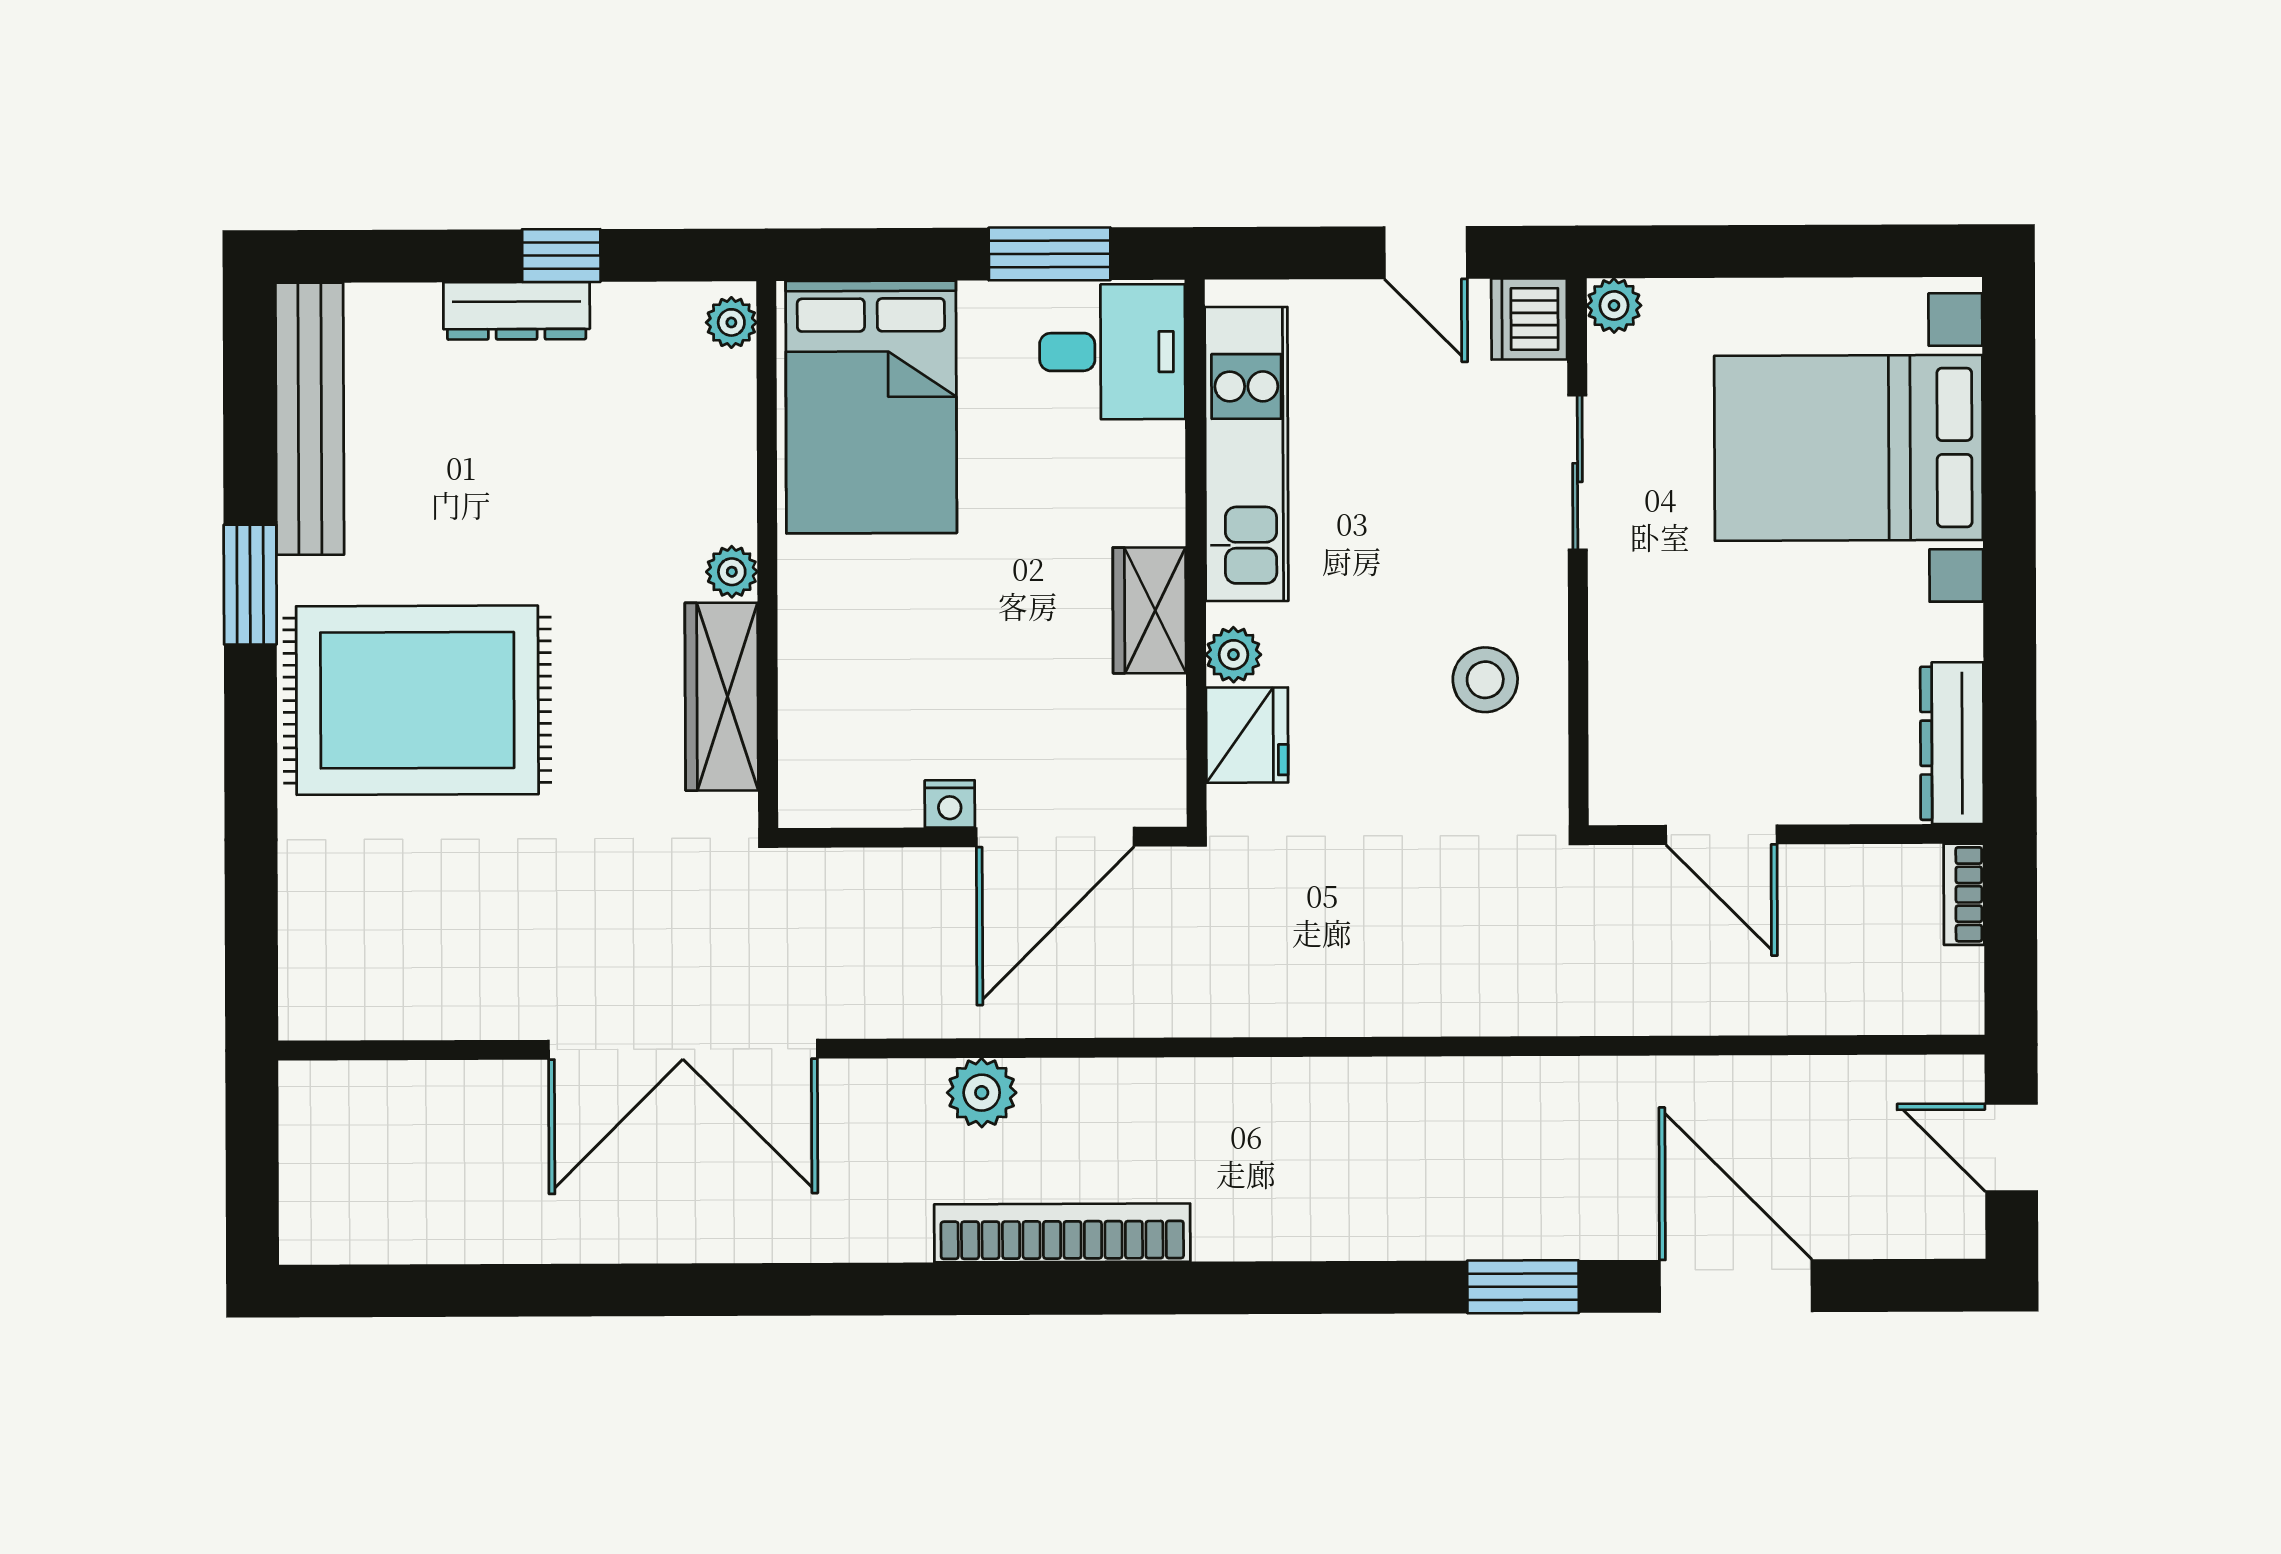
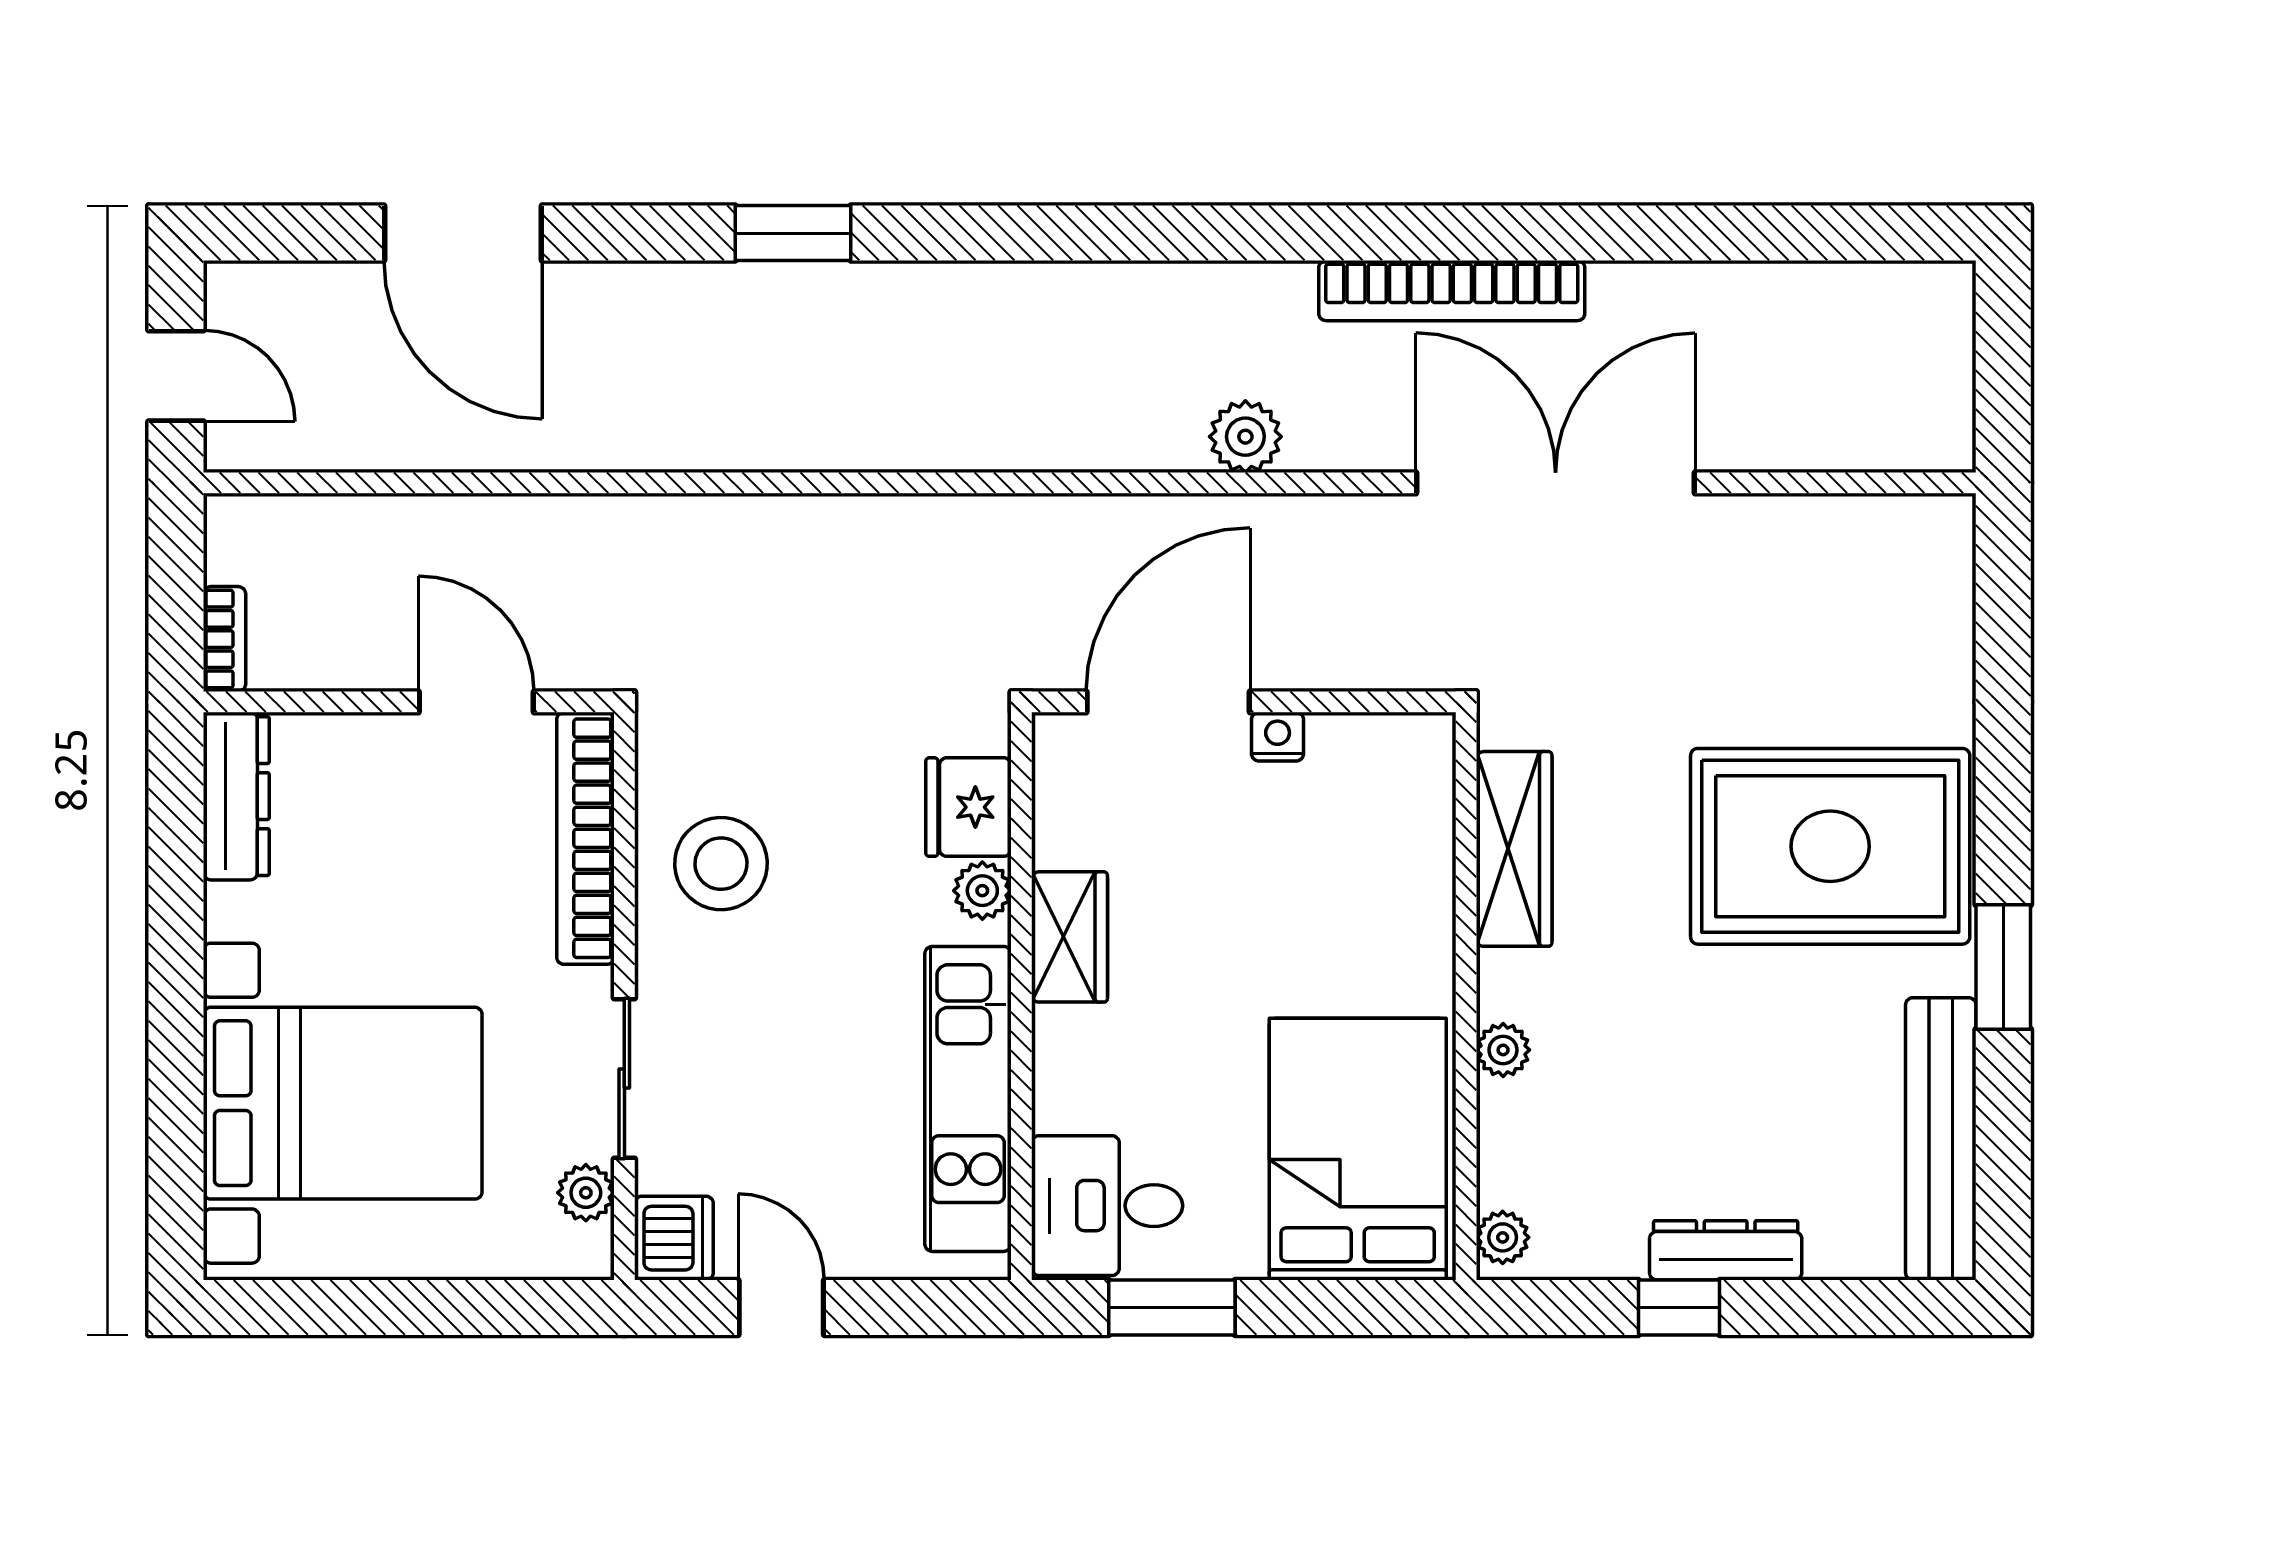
plant: (1614, 305) -> (586, 1193), moved
plant: (732, 572) -> (1503, 1050), moved
stool: (1485, 680) -> (721, 864), width x1.38, depth x1.38
bookcase: (1616, 704) -> (585, 838), added
bookcase: (1062, 1233) -> (1452, 291), moved
window: (1523, 1287) -> (793, 233), moved

